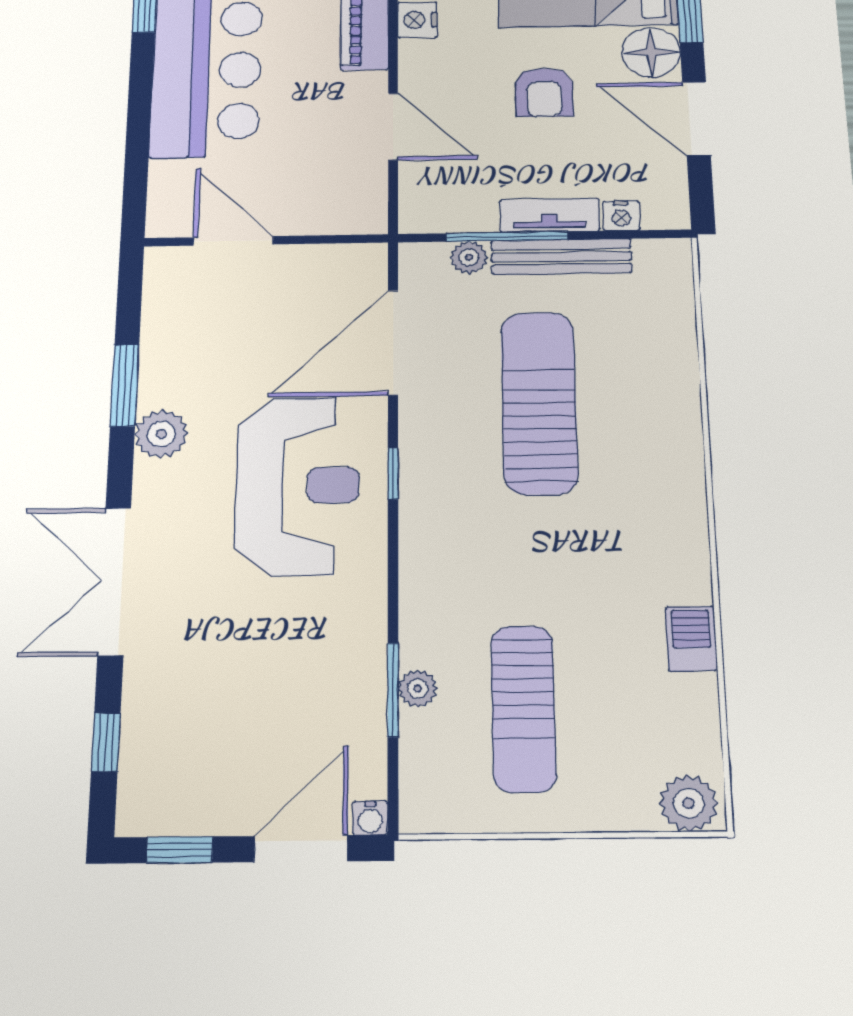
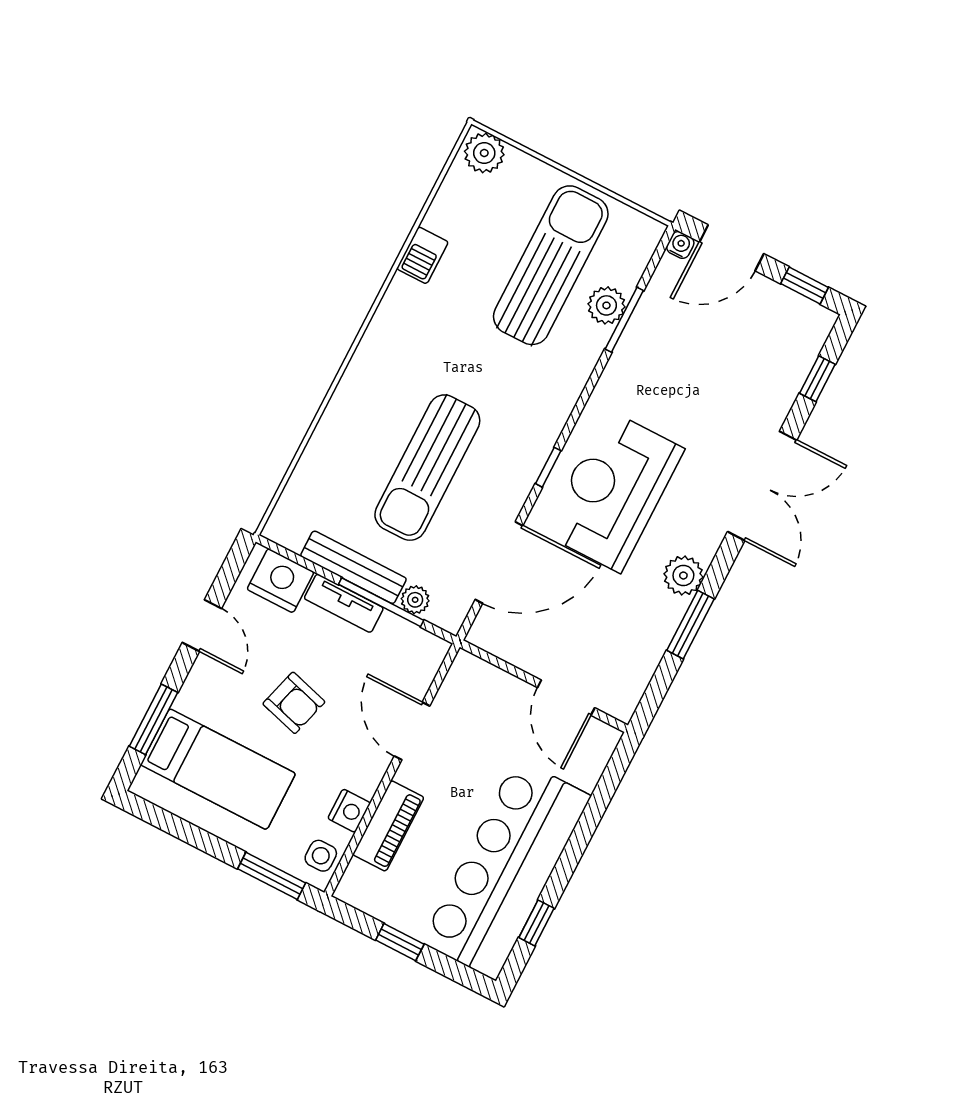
floor lamp: (651, 52) -> (202, 696), removed
armchair: (544, 92) -> (294, 703), turned 106
door: (696, 118) -> (202, 625), width x0.73
nightstand: (621, 216) -> (280, 581), width x1.89, depth x1.79
plant: (418, 689) -> (606, 305), width x1.38, depth x1.38
sun lounger: (523, 708) -> (551, 265), width x1.36, depth x1.34

